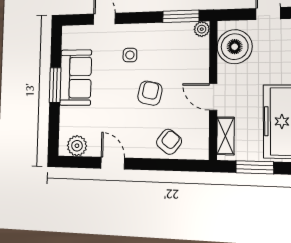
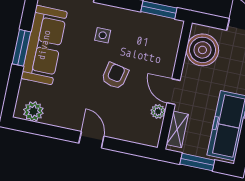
plant: (202, 29) -> (158, 111), moved
sofa: (76, 78) -> (44, 45), width x1.36
armchair: (169, 142) -> (124, 125), removed
door: (113, 163) -> (91, 140), moved

